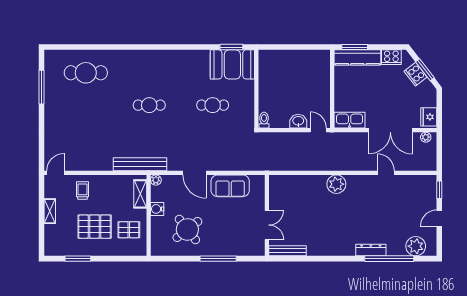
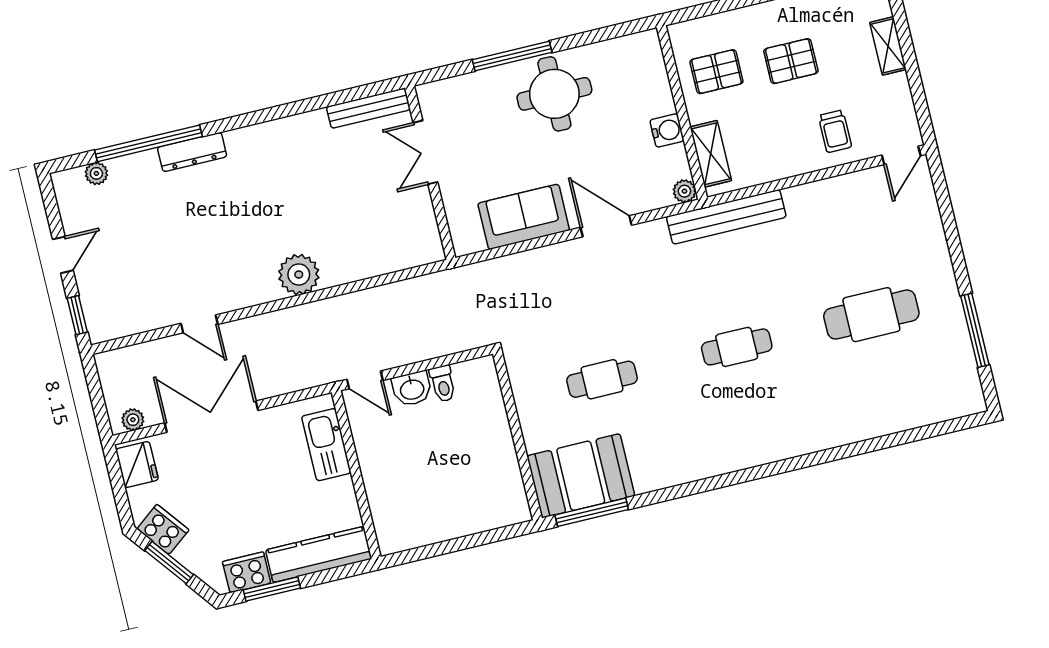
window: (231, 47) -> (592, 512), width x1.44
window: (355, 47) -> (272, 589), moved
cafe table: (86, 73) -> (871, 315), moved
cooker: (416, 74) -> (163, 529), moved
toilet: (264, 120) -> (443, 384), moved
kitchen sink: (350, 120) -> (326, 445), moved, turned 90
shelving: (50, 211) -> (888, 46), moved
pallet: (95, 227) -> (791, 61), width x0.67, depth x0.71
round table: (187, 229) -> (554, 94), moved, turned 38
plant: (416, 246) -> (96, 173), width x0.53, depth x0.53

